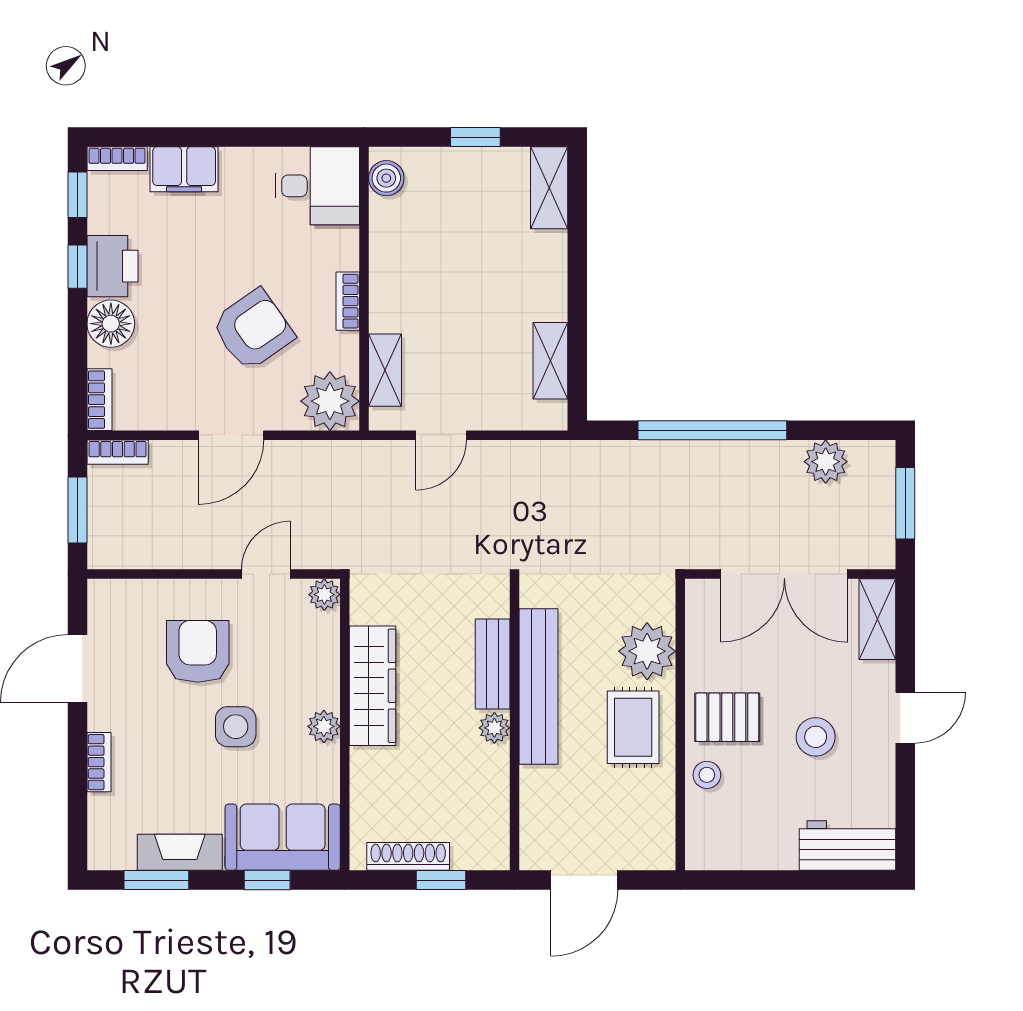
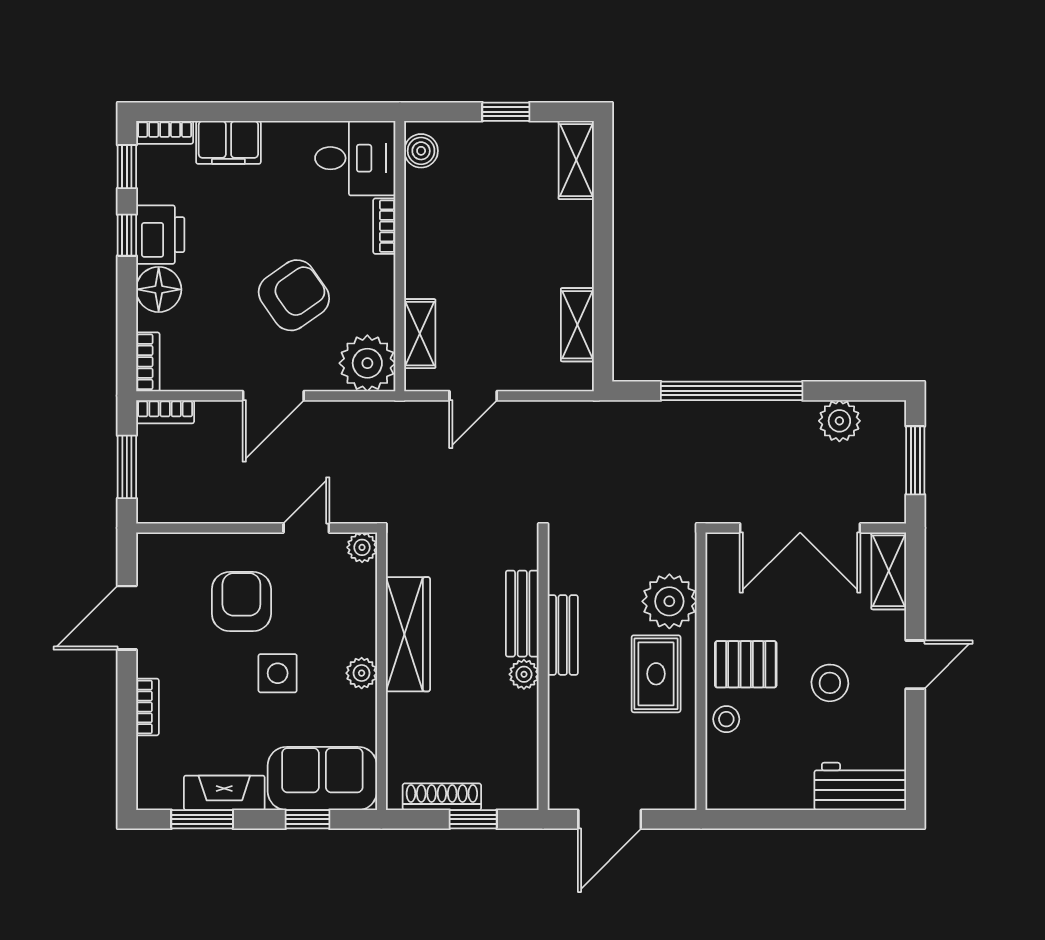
bookcase: (348, 301) -> (384, 226), moved
bench: (538, 686) -> (563, 635), width x0.54, depth x0.82

